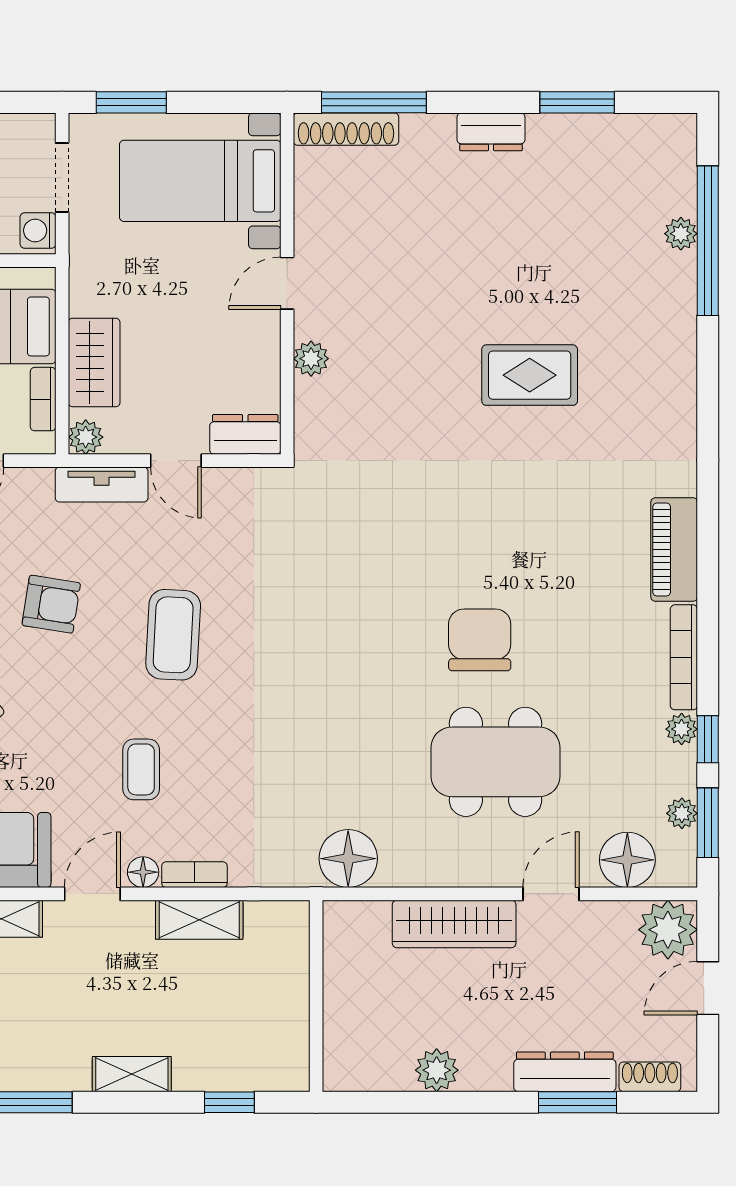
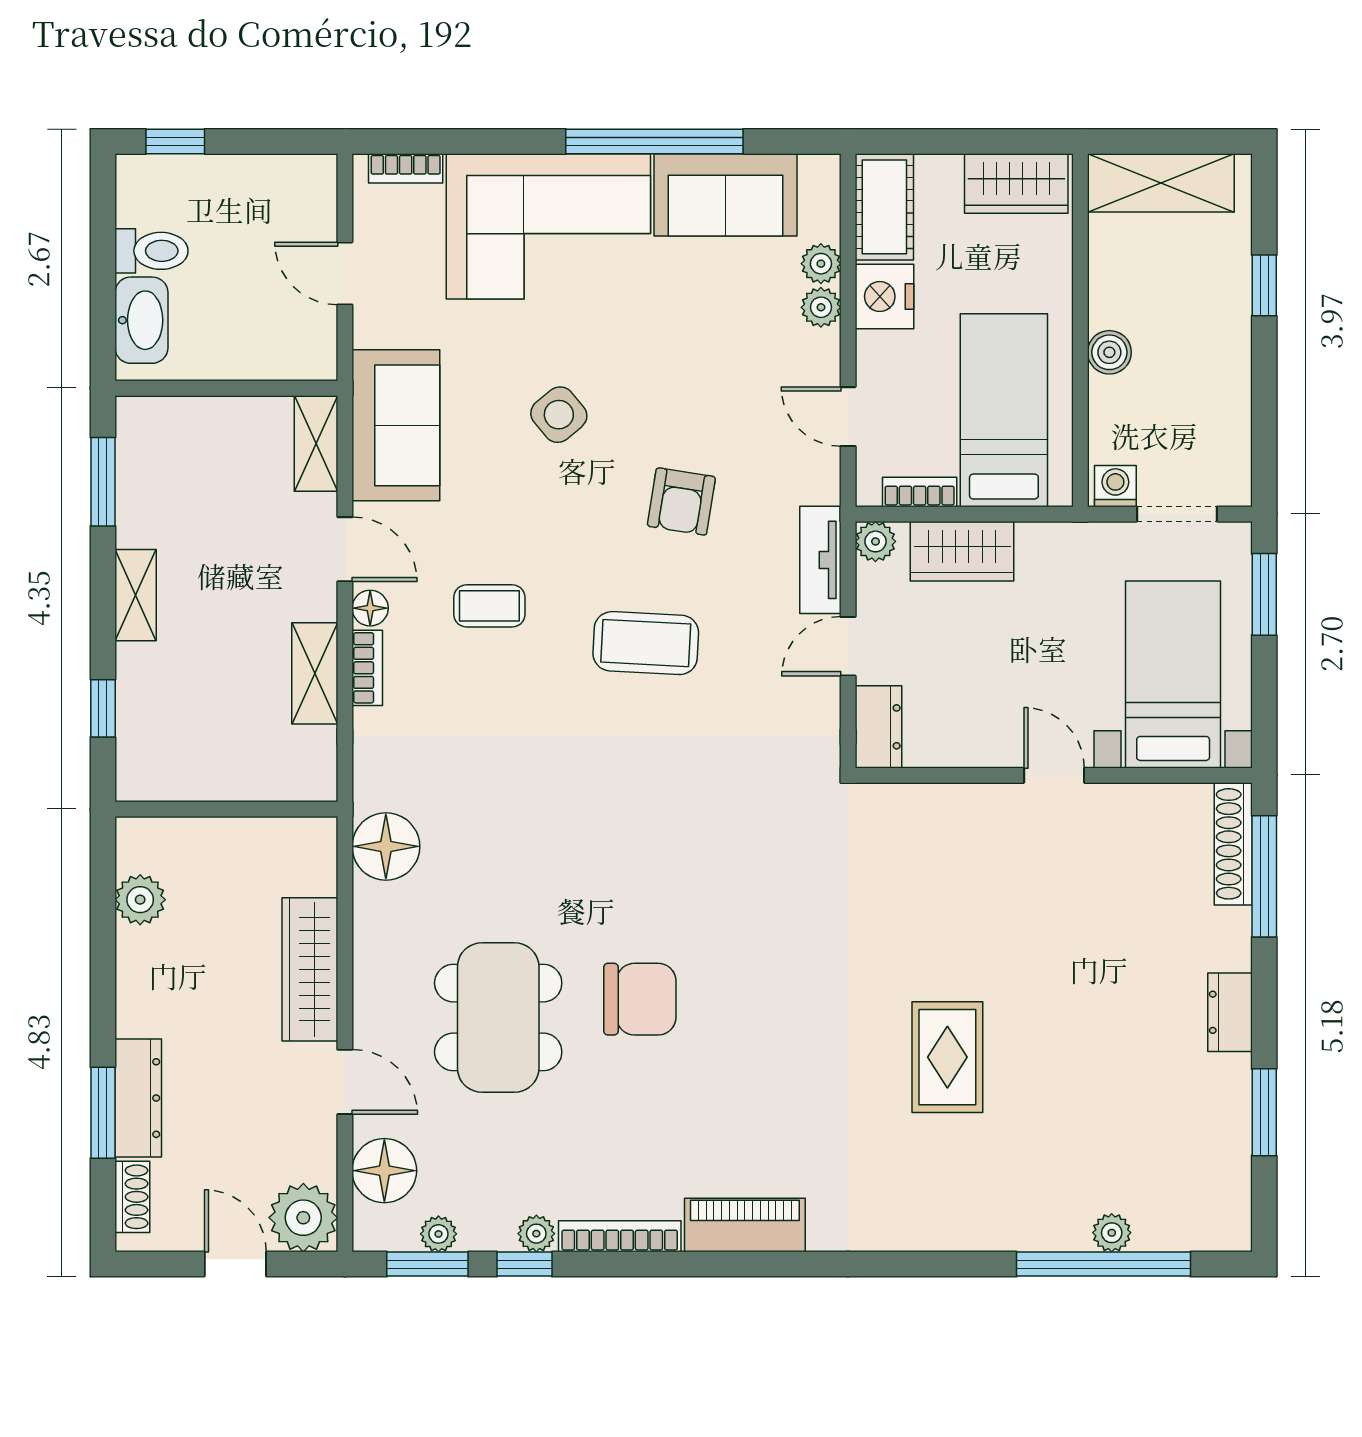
plant: (311, 359) -> (967, 803), removed
plant: (437, 1070) -> (140, 900), moved

